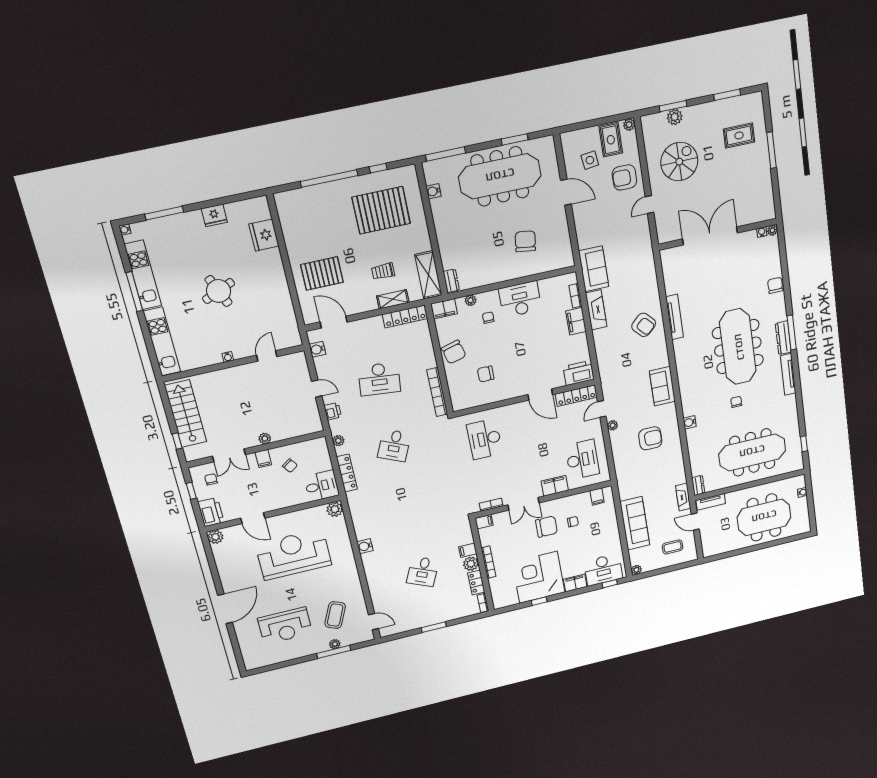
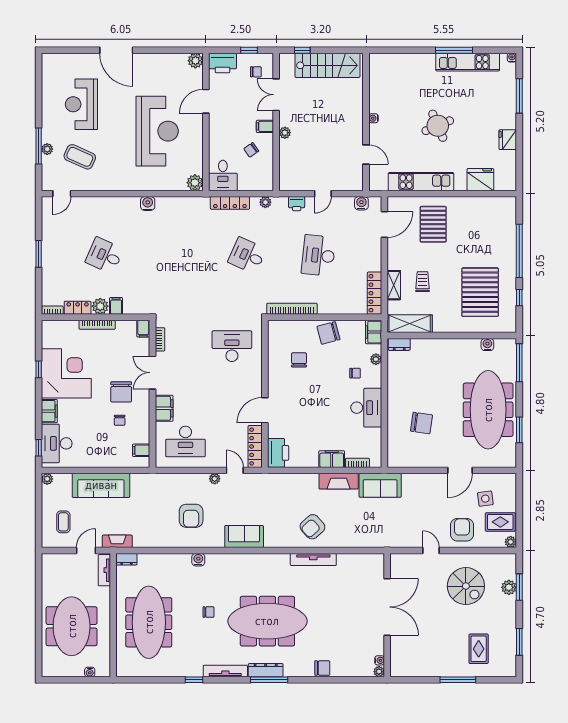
kitchen unit: (162, 341) -> (421, 182), moved, turned 180
window: (804, 444) -> (194, 680), moved

